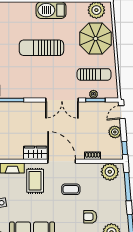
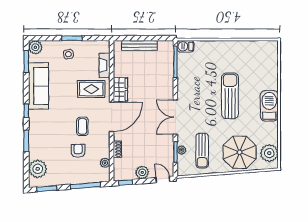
plant: (110, 172) -> (105, 163), width x0.53, depth x0.53
armchair: (90, 217) -> (78, 151), moved

